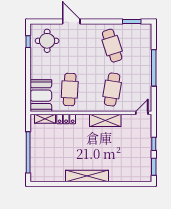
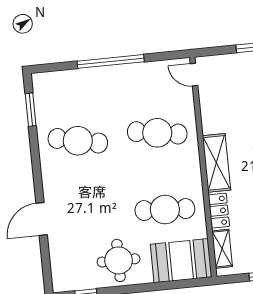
round table: (47, 41) -> (119, 260), moved
cafe table: (112, 46) -> (78, 141), turned 30
shelving: (105, 120) -> (216, 163), moved

